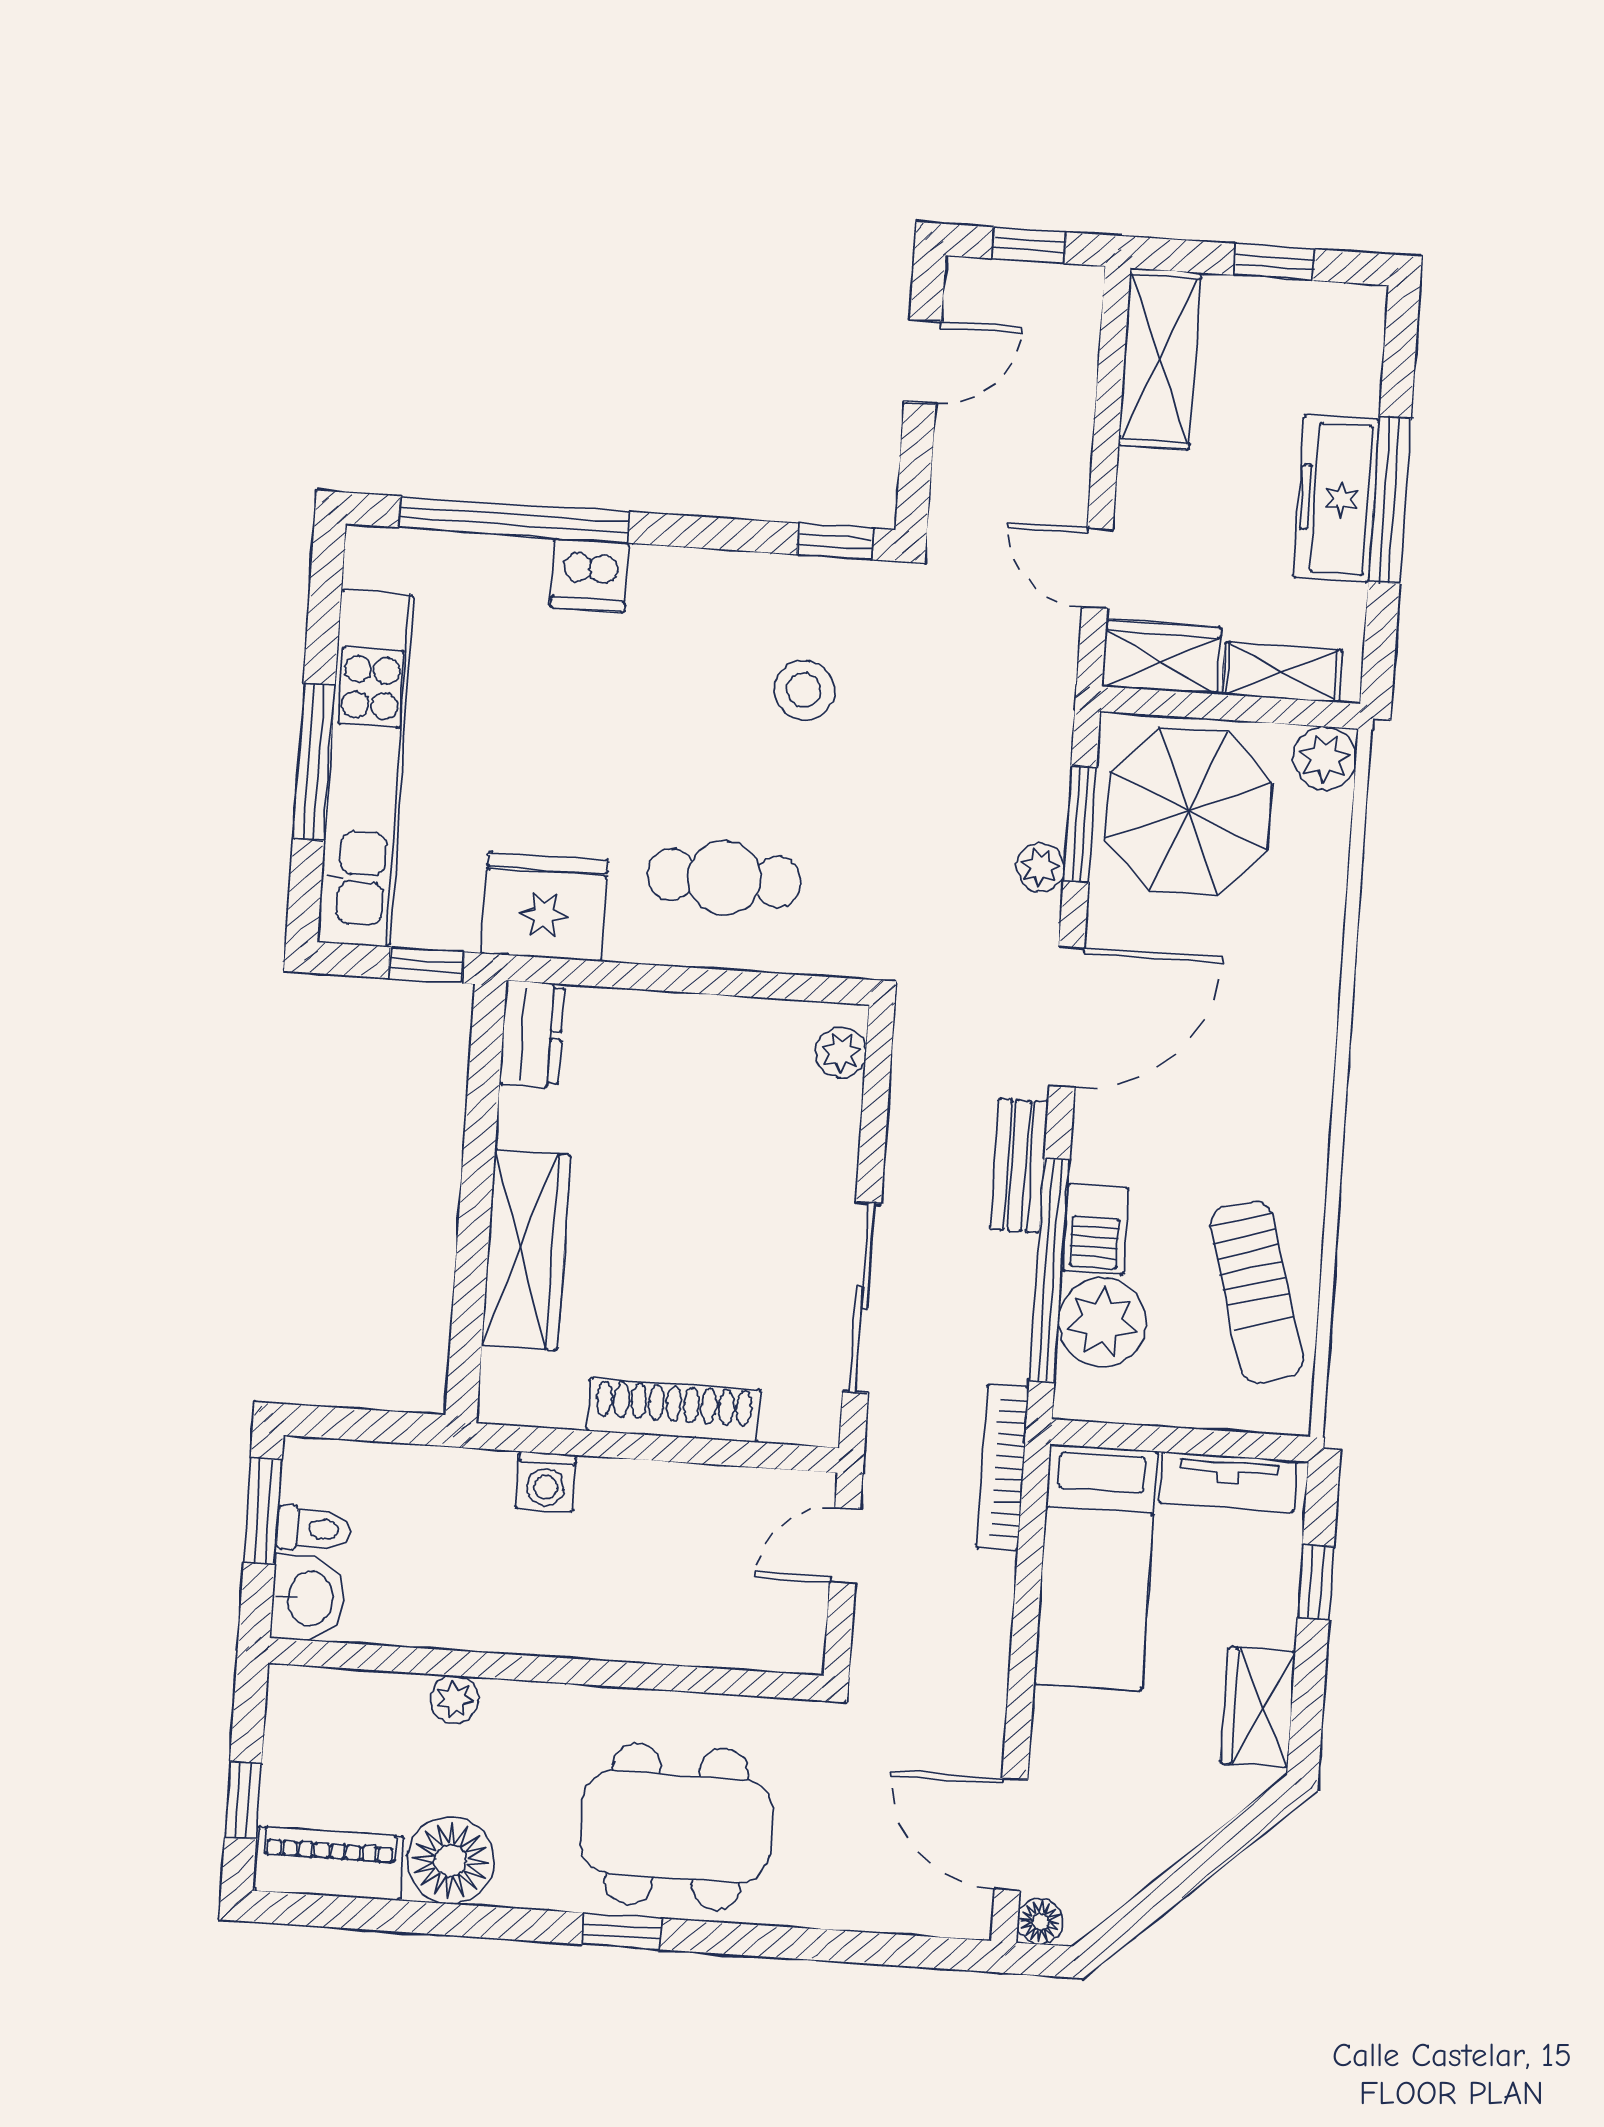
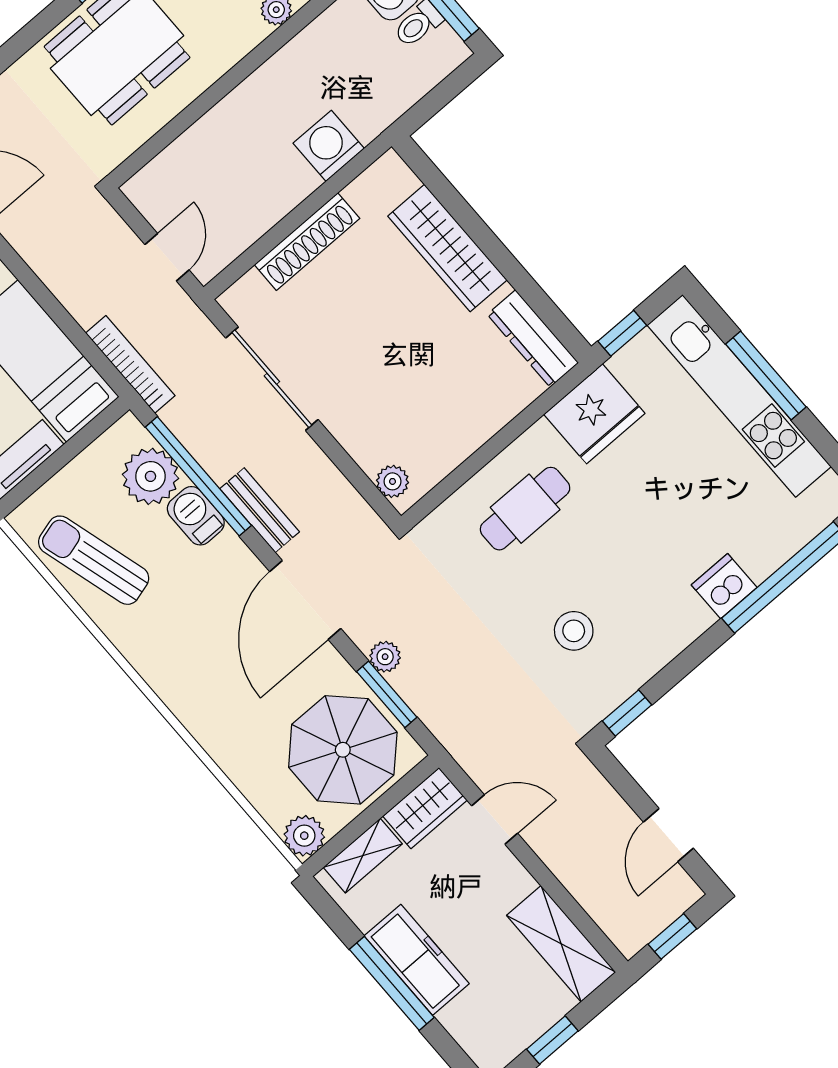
dresser: (532, 1034) -> (533, 339), width x1.44
washing machine: (546, 1481) -> (329, 146), width x1.38, depth x1.38

